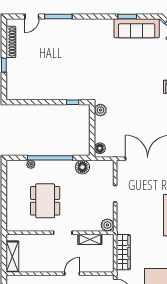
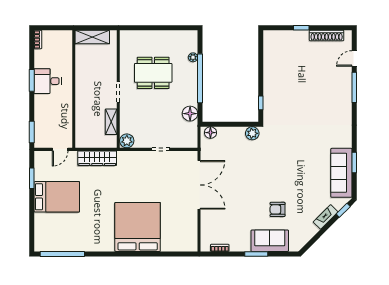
door: (32, 17) -> (354, 58), hinge flipped
door: (72, 274) -> (74, 102), removed

